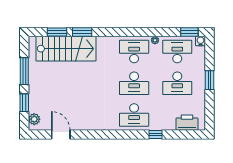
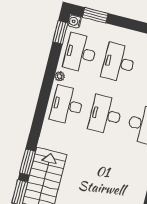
window: (209, 80) -> (95, 15), moved
desk: (134, 83) -> (105, 115), turned 180
desk: (177, 83) -> (119, 63), turned 180

